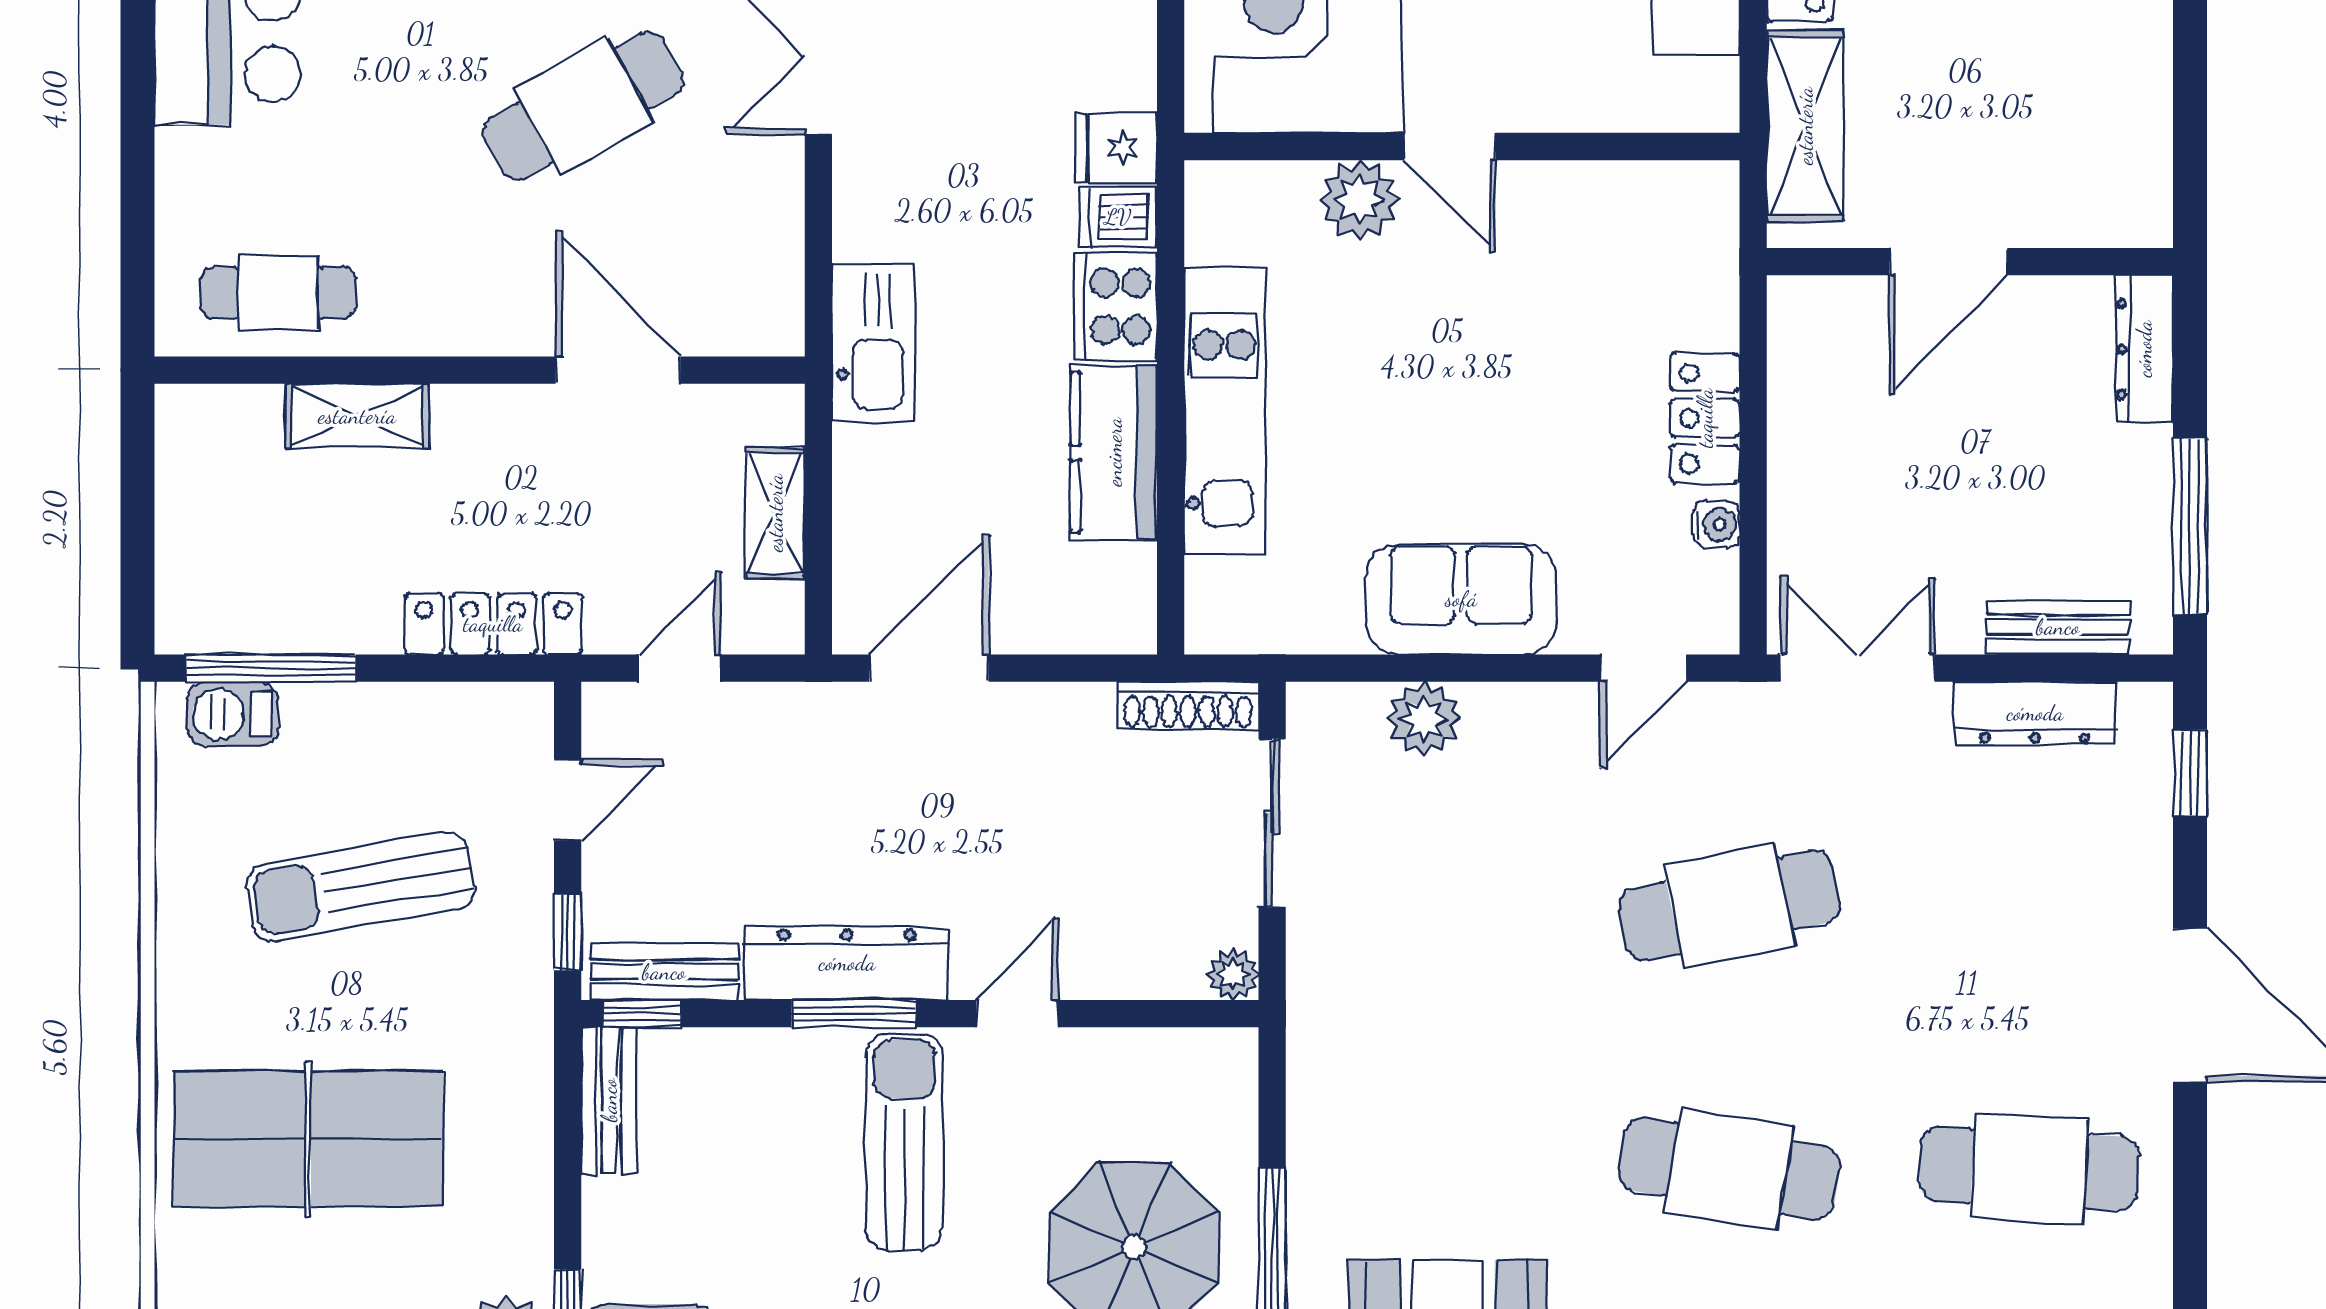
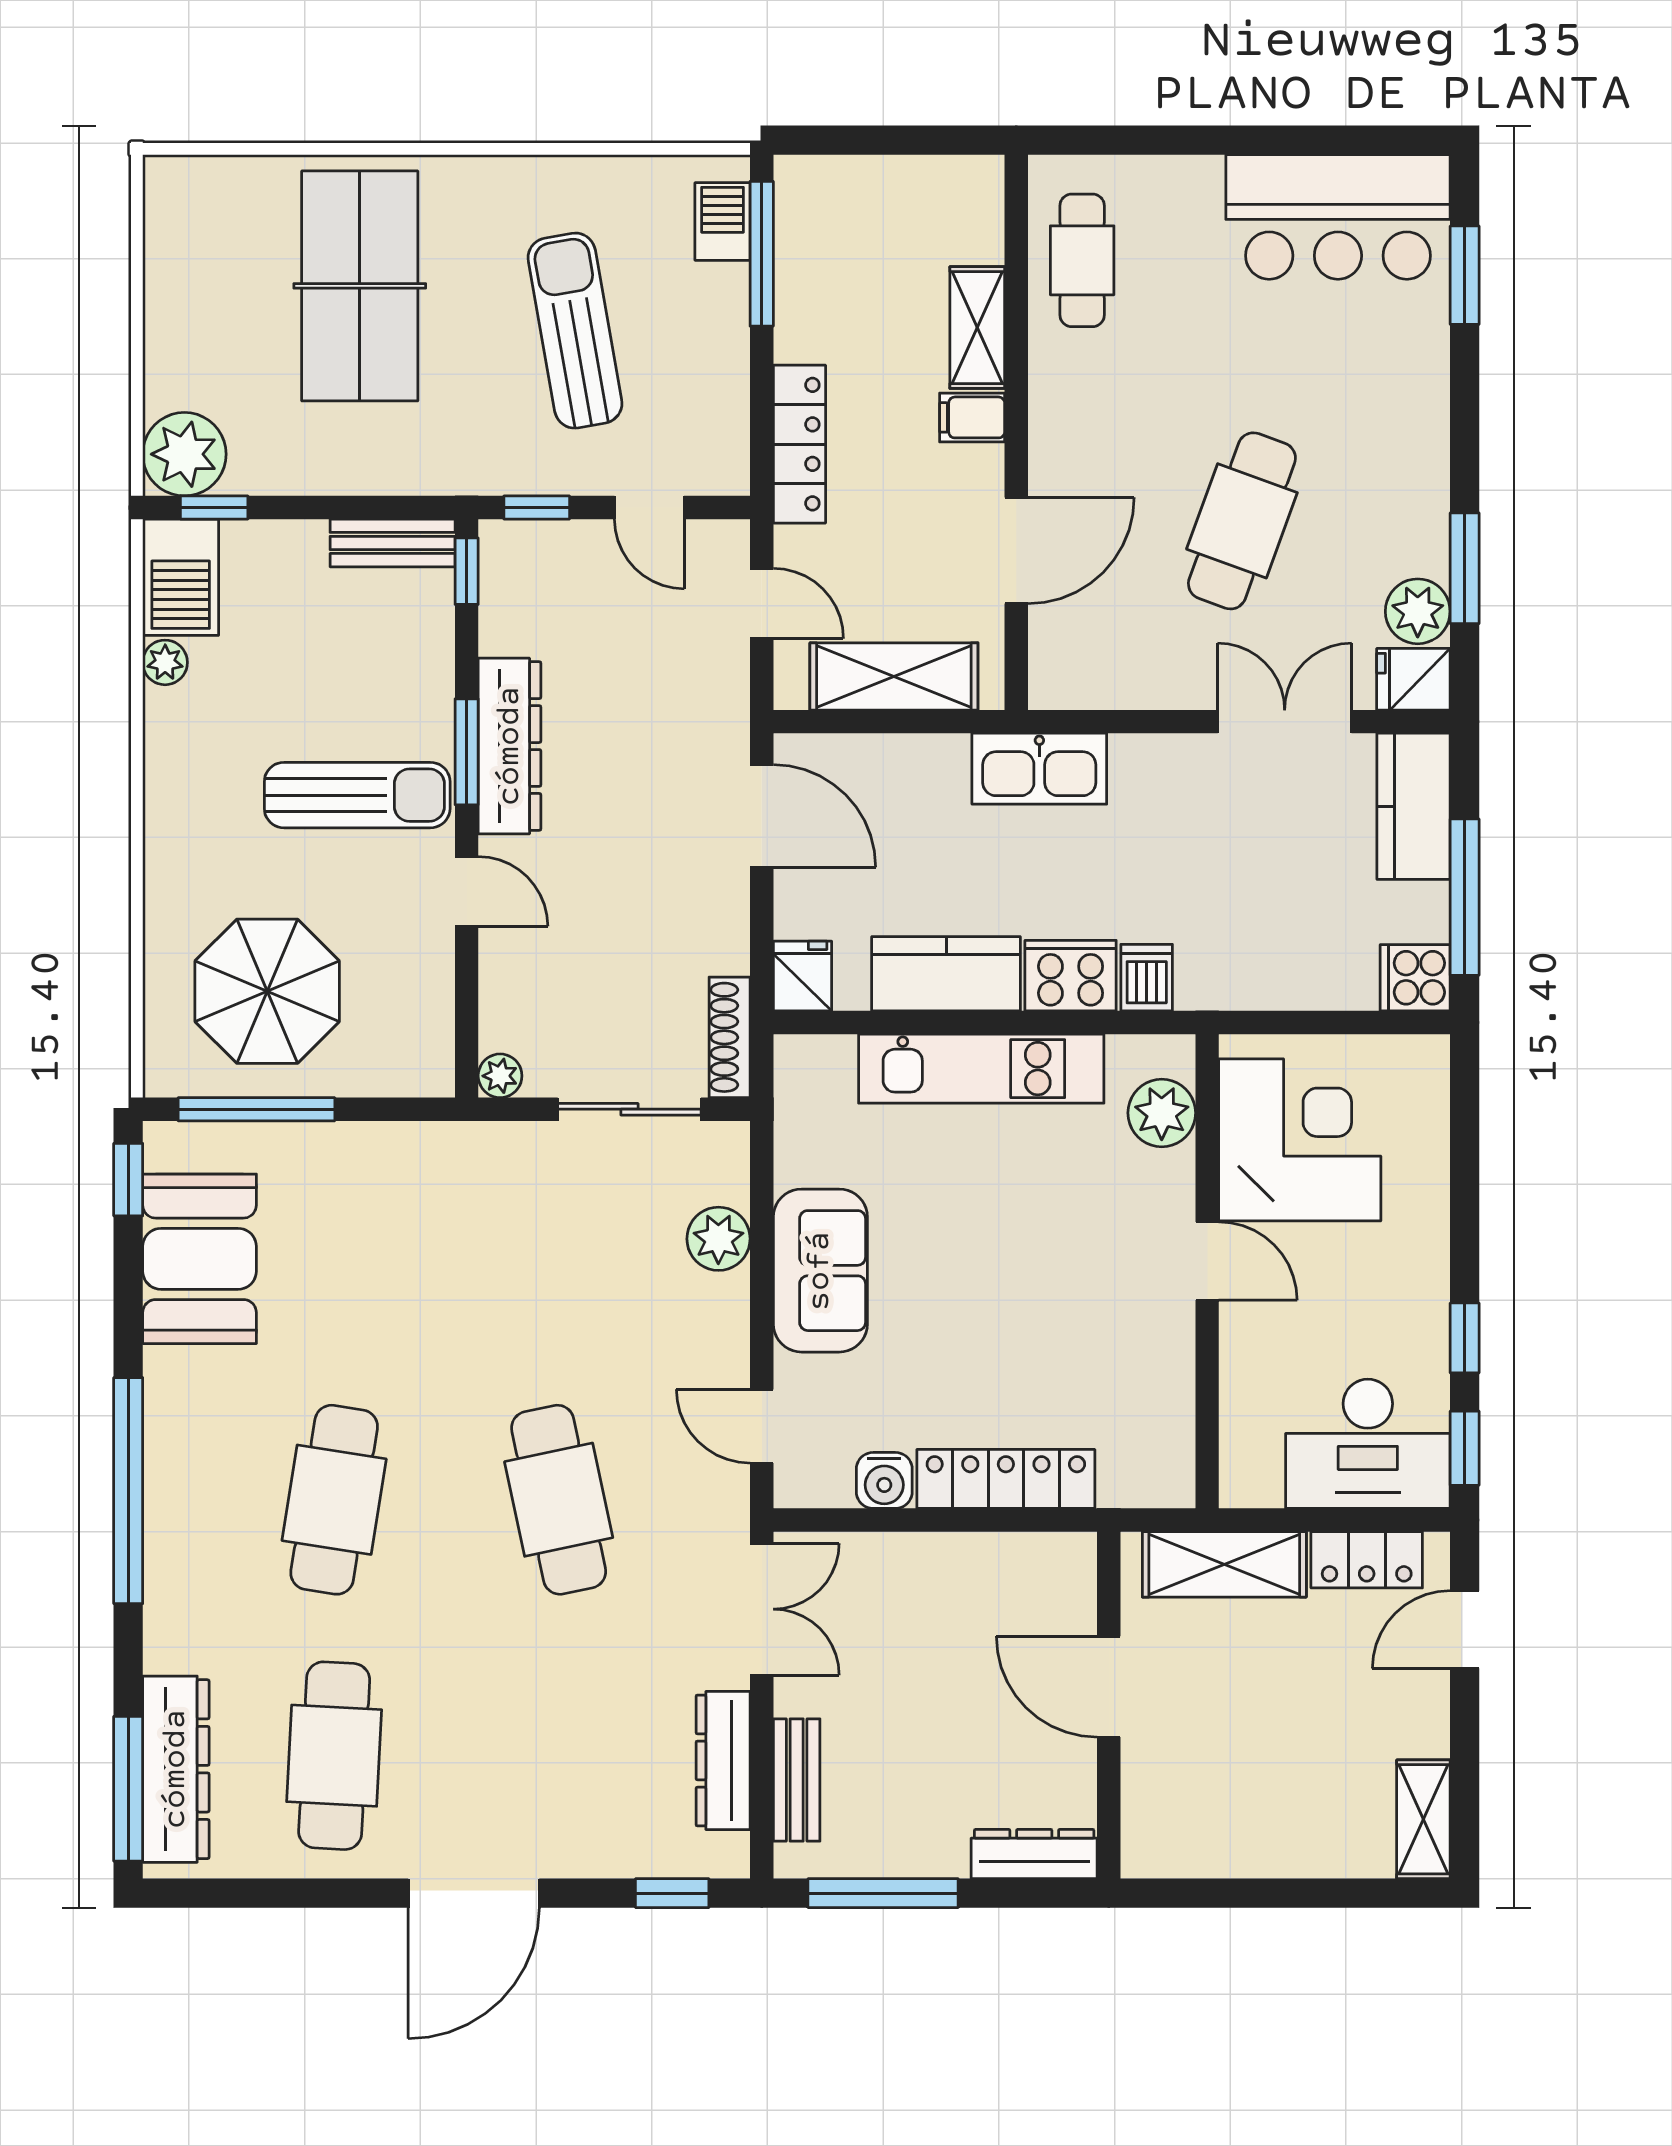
cafe table: (583, 106) -> (1242, 521), turned 49
door: (1450, 147) -> (1207, 1261), swing flipped
fridge: (1116, 148) -> (802, 976), moved
plant: (1359, 200) -> (1162, 1113), moved
locker: (1705, 418) -> (1006, 1479), width x1.53
filing cabinet: (462, 422) -> (972, 417), added
shelving: (775, 513) -> (894, 676), width x1.50, depth x1.33
water cooler: (1716, 525) -> (884, 1480), width x1.38, depth x1.38
bench: (664, 972) -> (502, 590), removed

